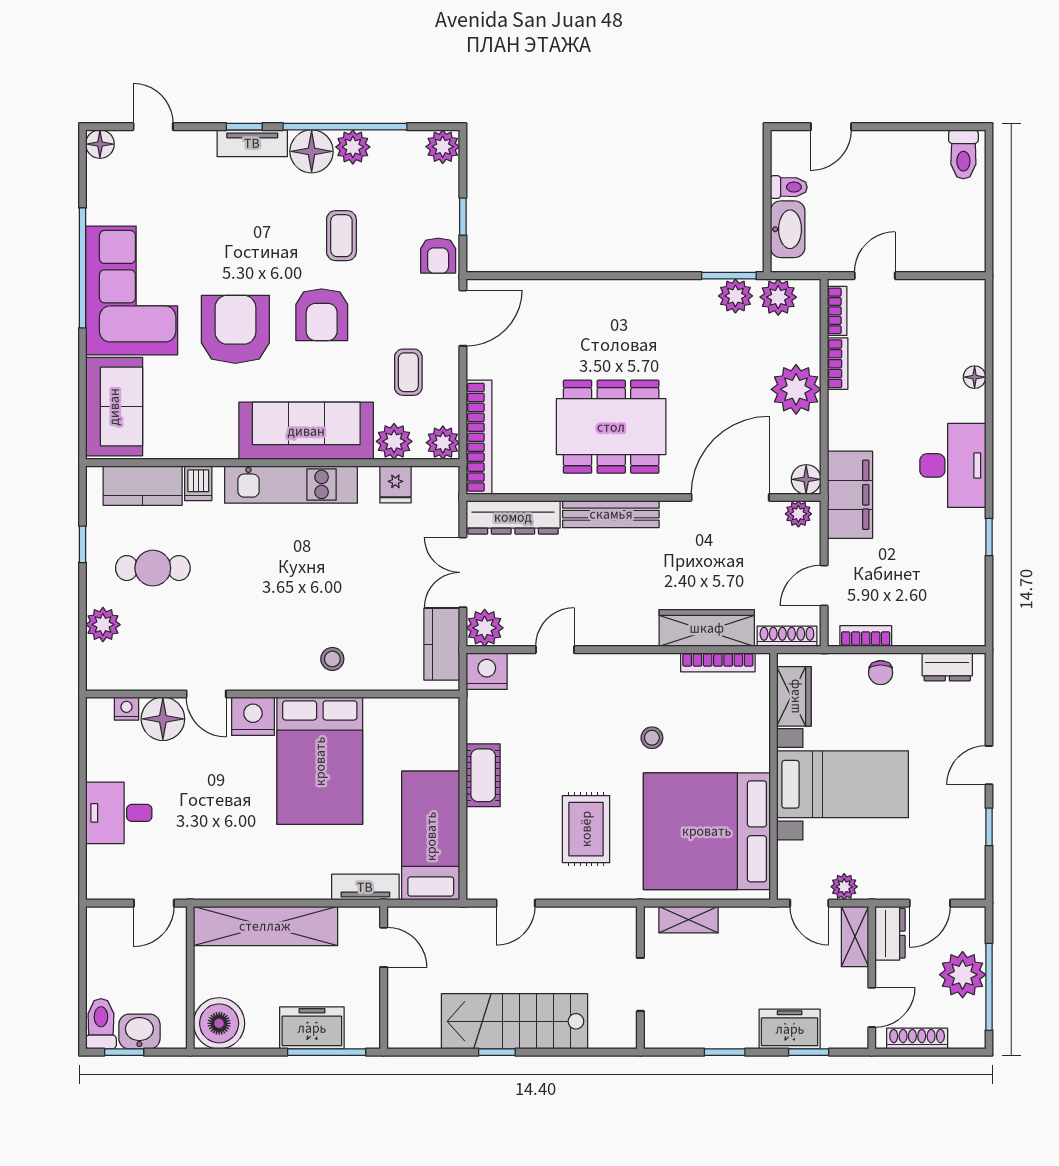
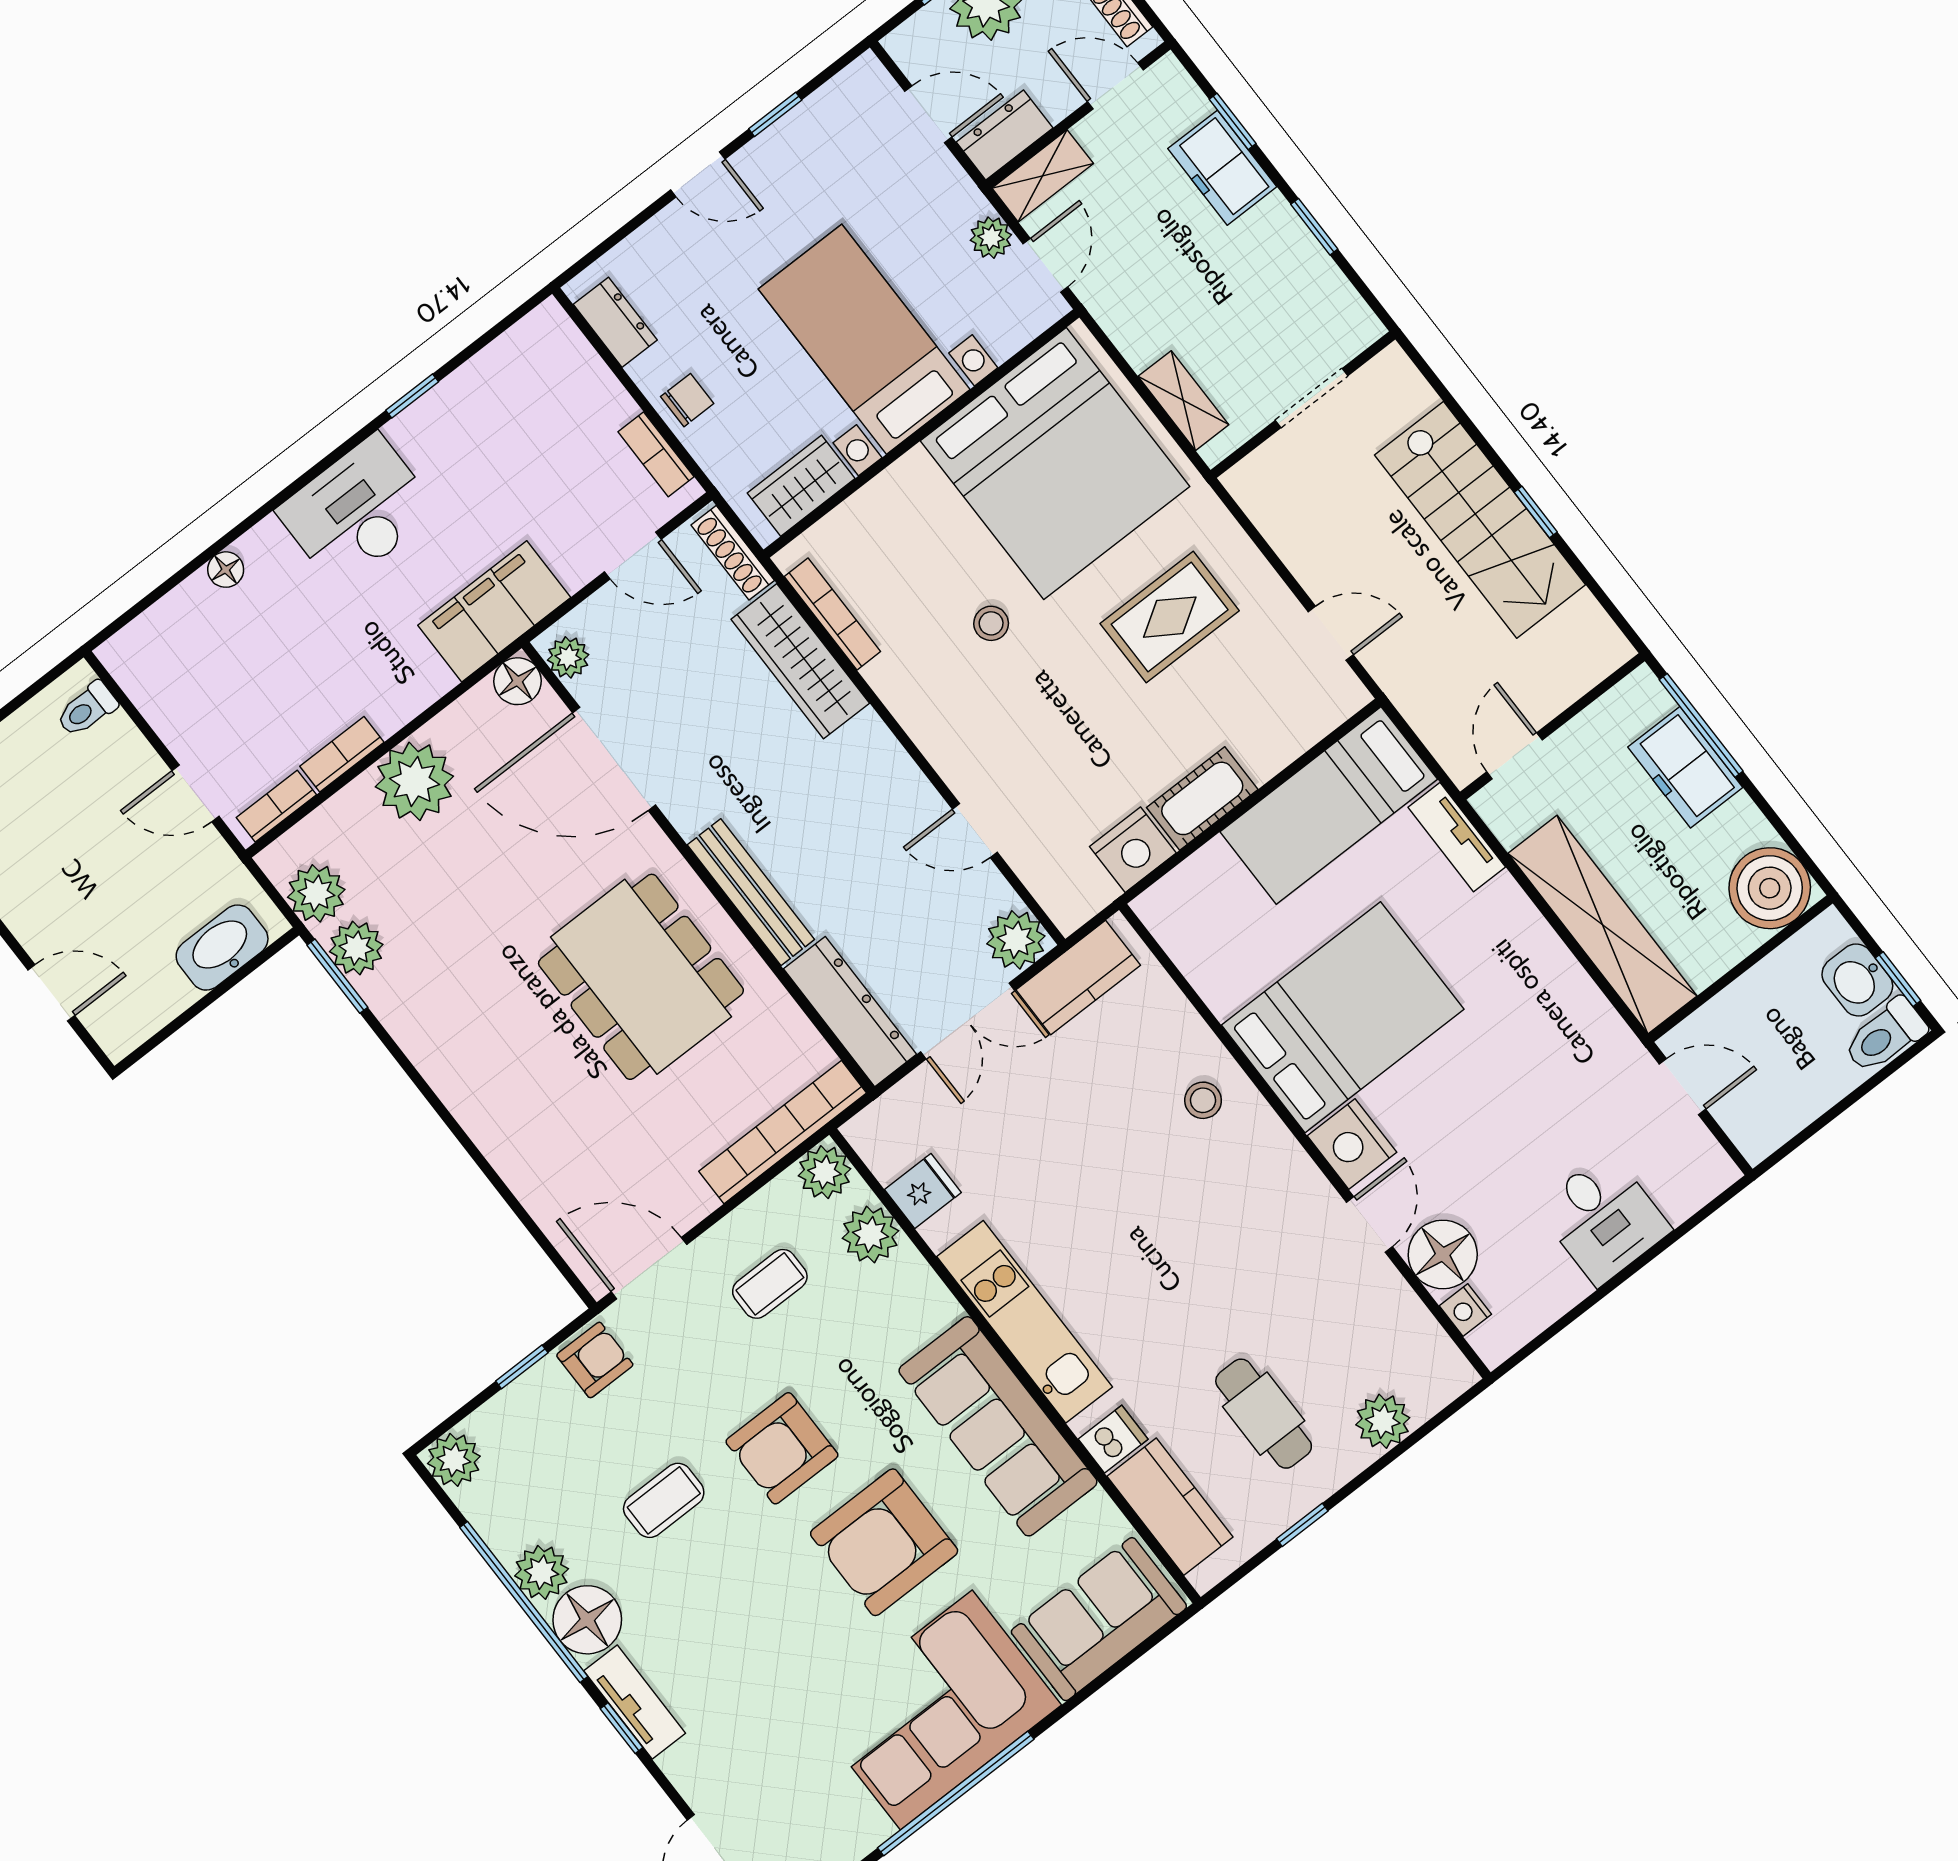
toilet: (789, 187) -> (87, 709), moved, turned -90
armchair: (322, 315) -> (782, 1448), turned 180
sofa: (306, 431) -> (998, 1426), moved
nightstand: (487, 671) -> (1133, 850), moved, turned -90

